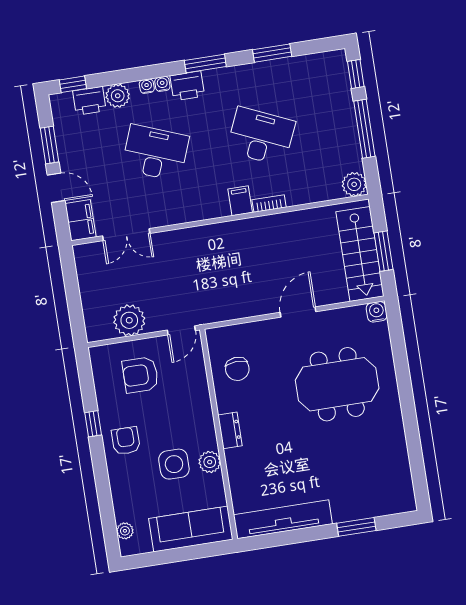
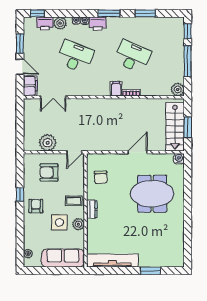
coffee table: (194, 420) -> (74, 201), added

